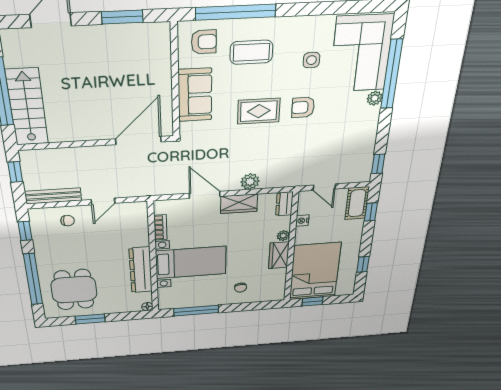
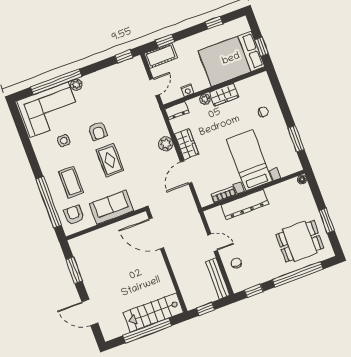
dresser: (141, 270) -> (245, 205), moved
window: (196, 311) -> (296, 139), width x0.69

